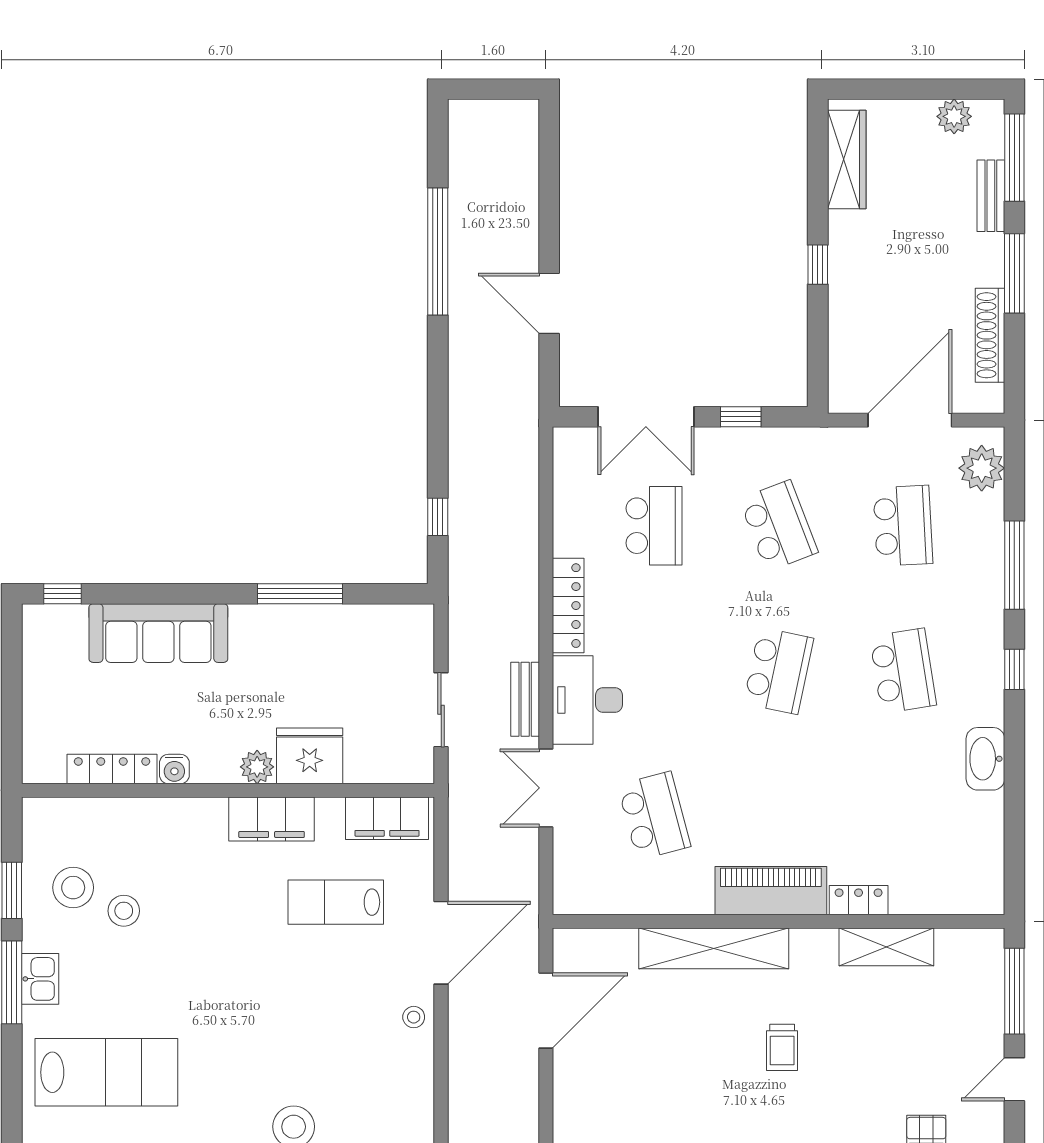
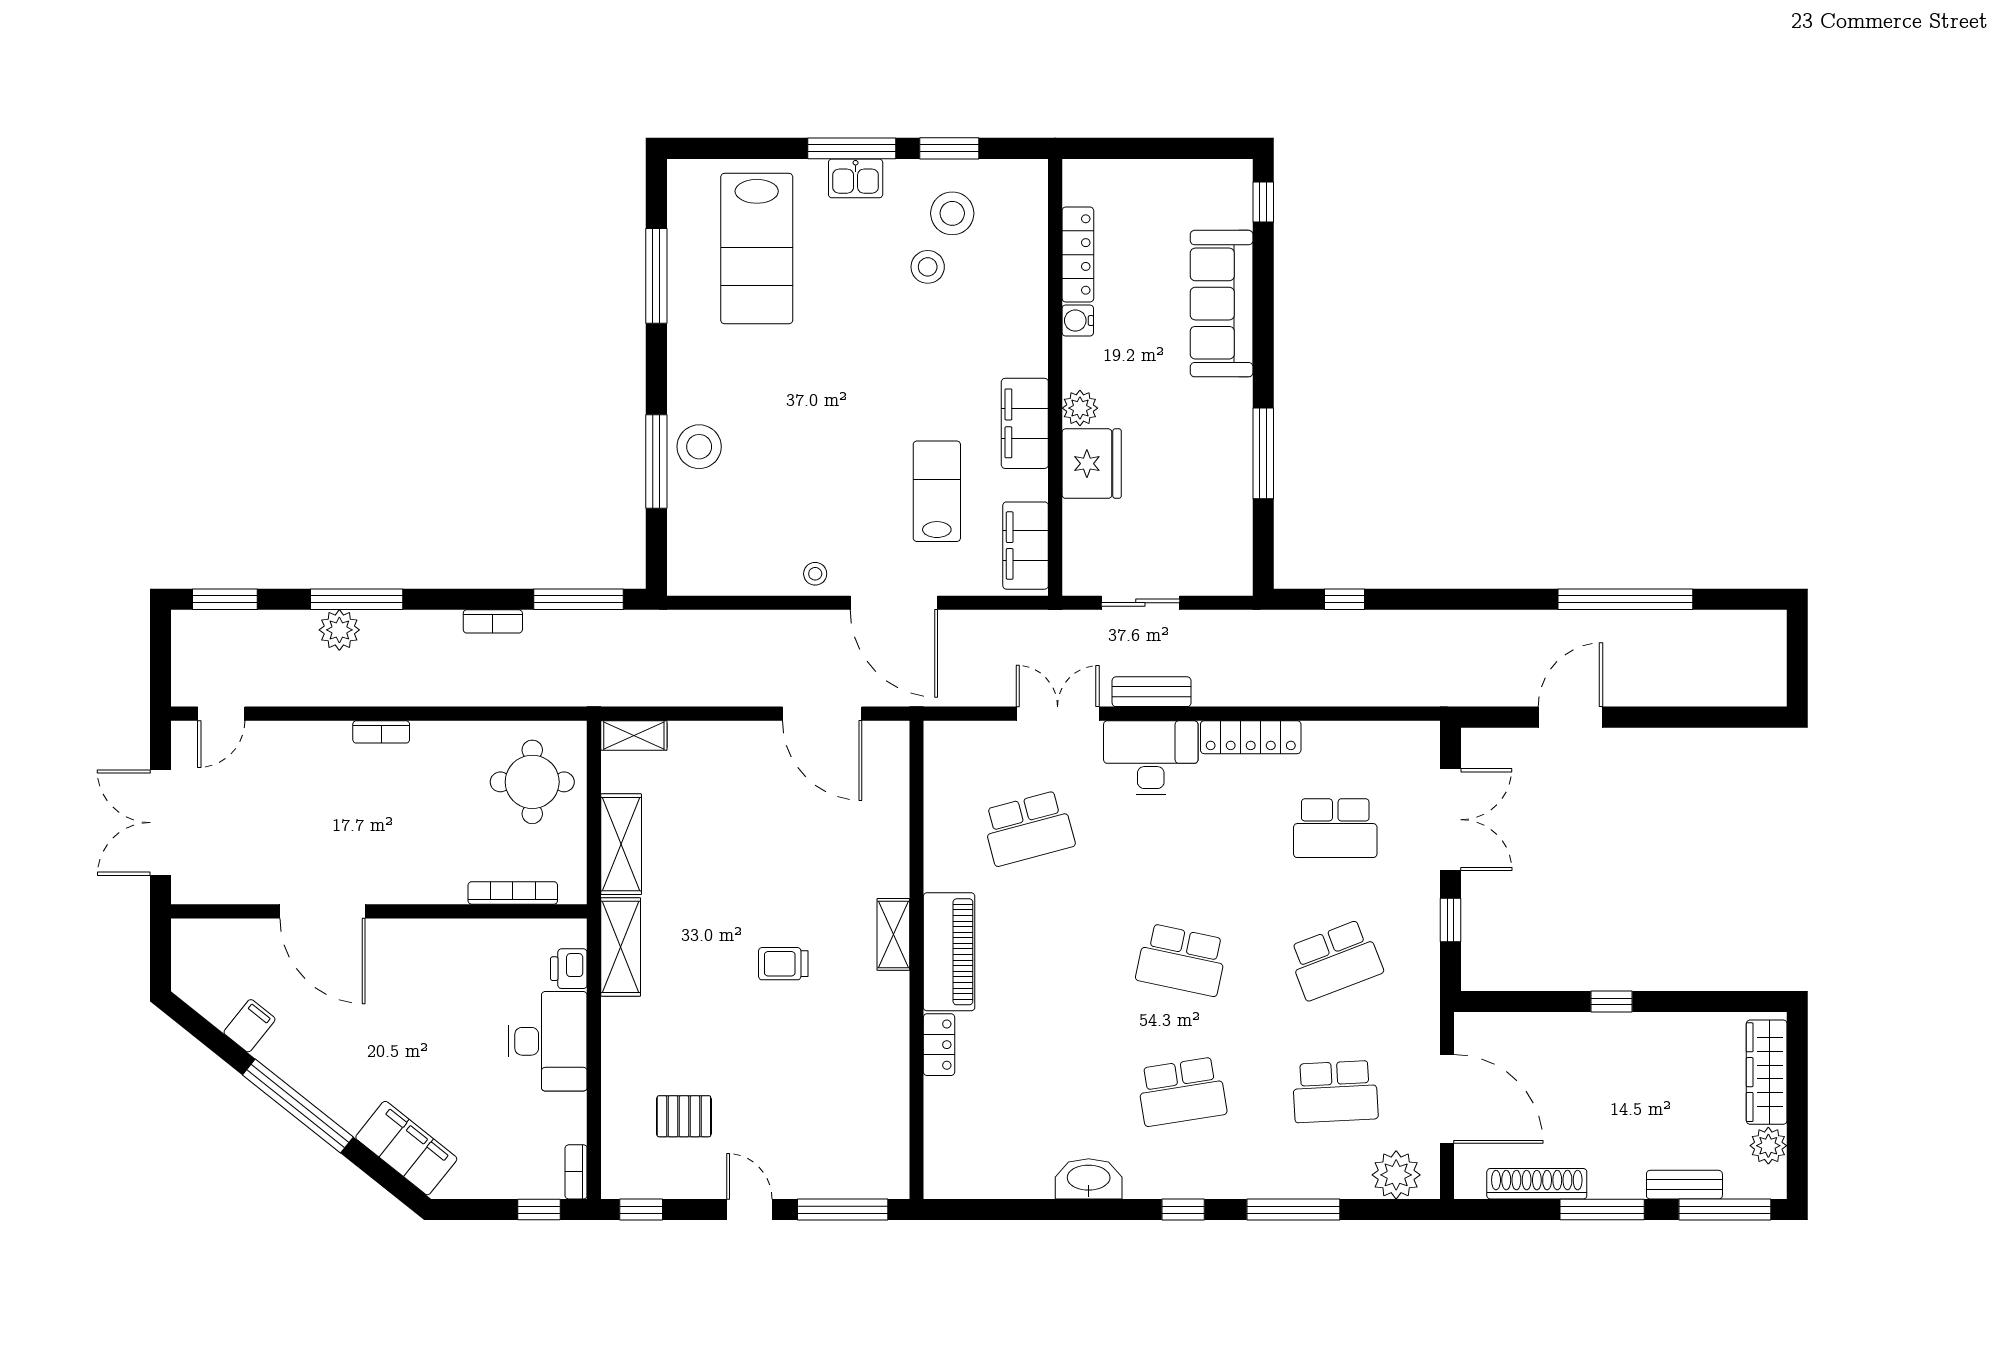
wardrobe: (847, 160) -> (1767, 1072), moved, turned 90
double door: (646, 417) -> (1450, 820), swing flipped
shelving: (886, 947) -> (889, 1074), removed
shelving: (714, 948) -> (893, 934), width x0.45, depth x0.75

